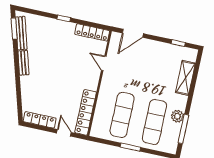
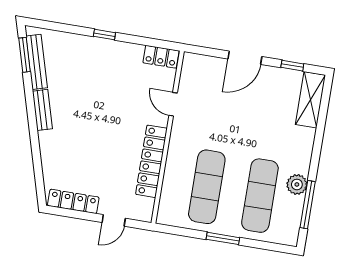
locker: (92, 32) -> (161, 57), width x0.66
door: (133, 33) -> (245, 58), moved
shelving: (185, 78) -> (310, 100), moved
locker: (86, 112) -> (151, 161), moved
door: (64, 133) -> (114, 220), swing flipped

